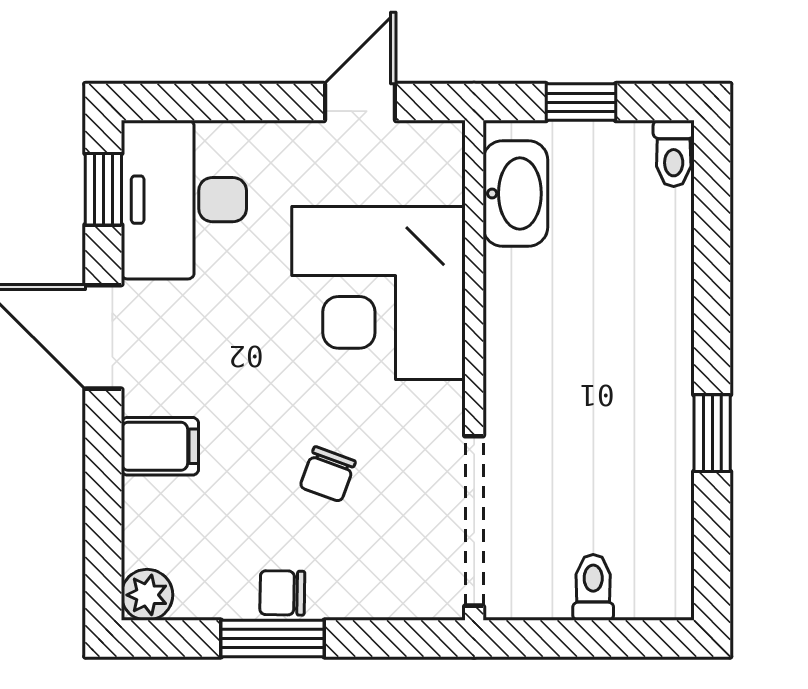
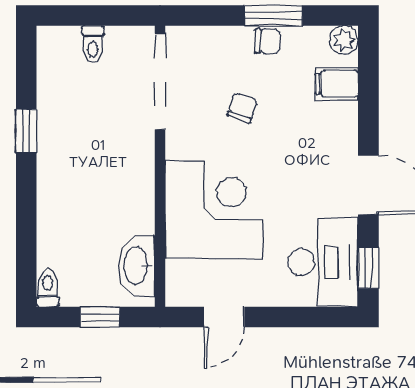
filing cabinet: (160, 446) -> (337, 84), moved

